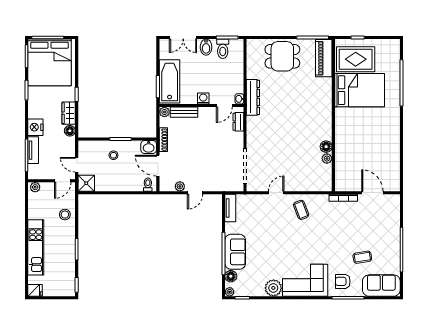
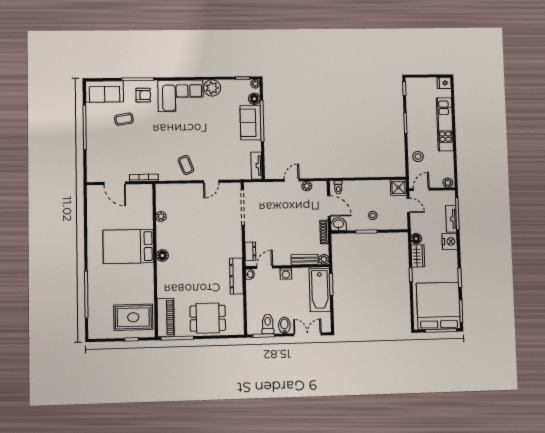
bed: (360, 90) -> (128, 246), moved
floor lamp: (326, 147) -> (162, 255), moved

